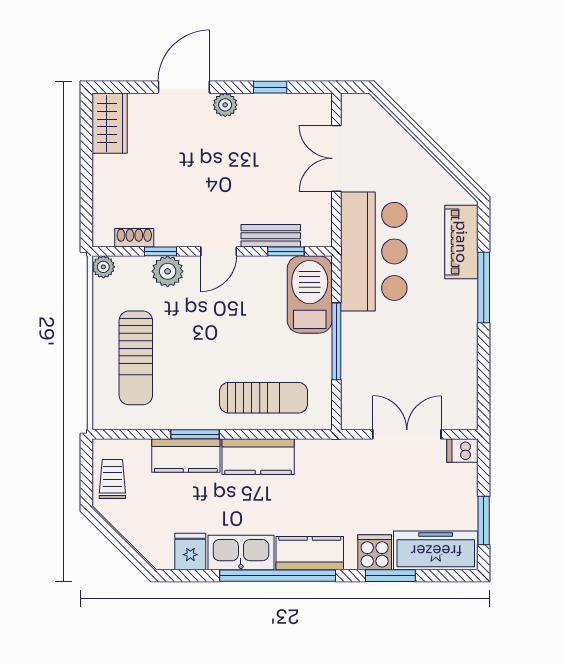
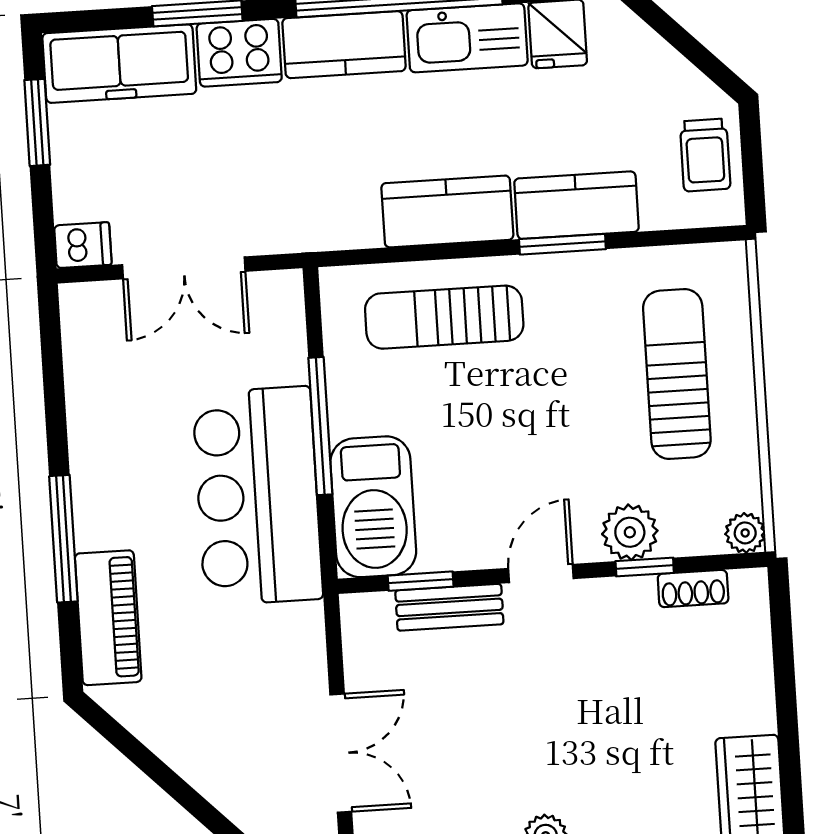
bar counter: (374, 251) -> (258, 496), moved
cooker: (375, 552) -> (239, 53), width x1.36

